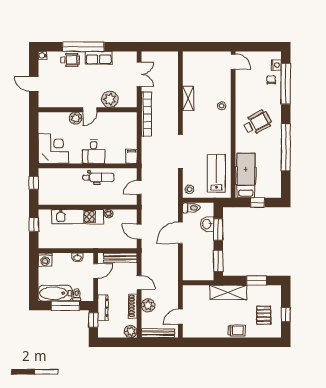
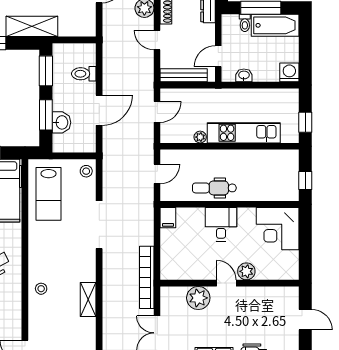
door: (90, 110) -> (226, 283), hinge flipped
toilet: (191, 208) -> (84, 74), moved
door: (139, 232) -> (157, 112), hinge flipped

